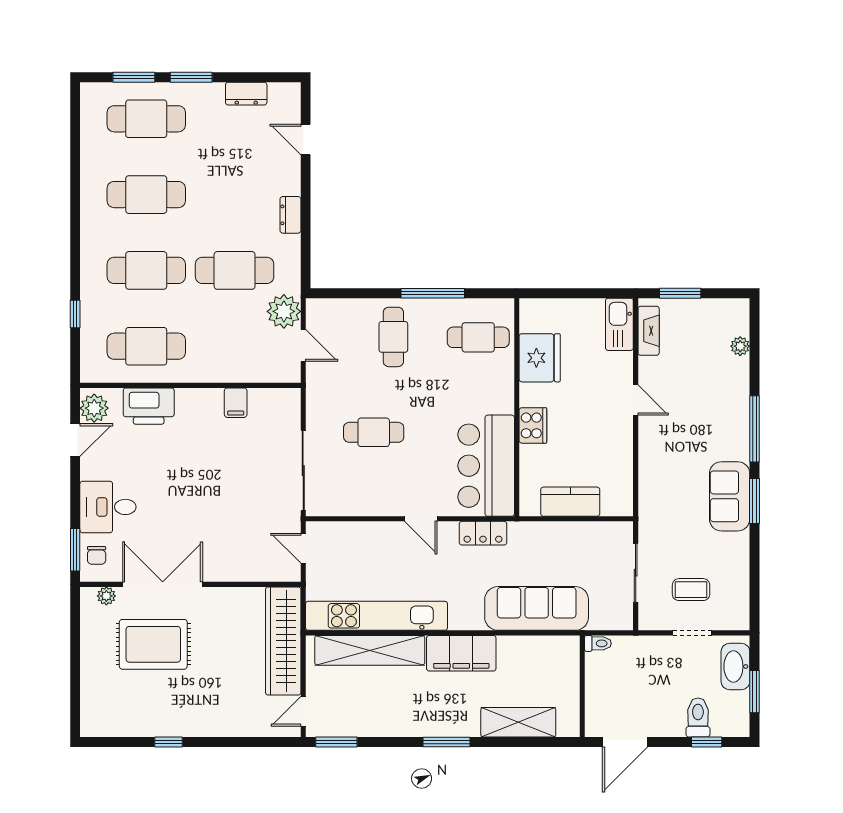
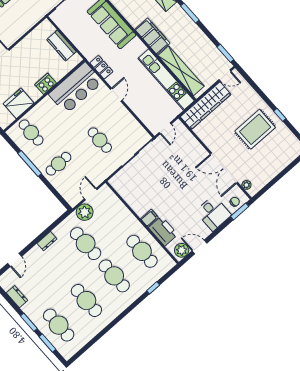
filing cabinet: (236, 403) -> (149, 218), moved
rug: (153, 644) -> (255, 129), moved, turned 90

